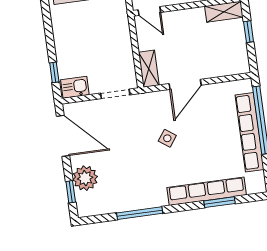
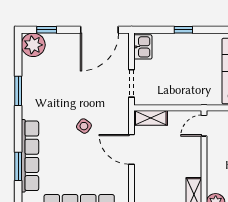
window: (54, 72) -> (183, 30), moved
plant: (85, 178) -> (33, 45), moved
window: (140, 213) -> (18, 91), width x0.69

